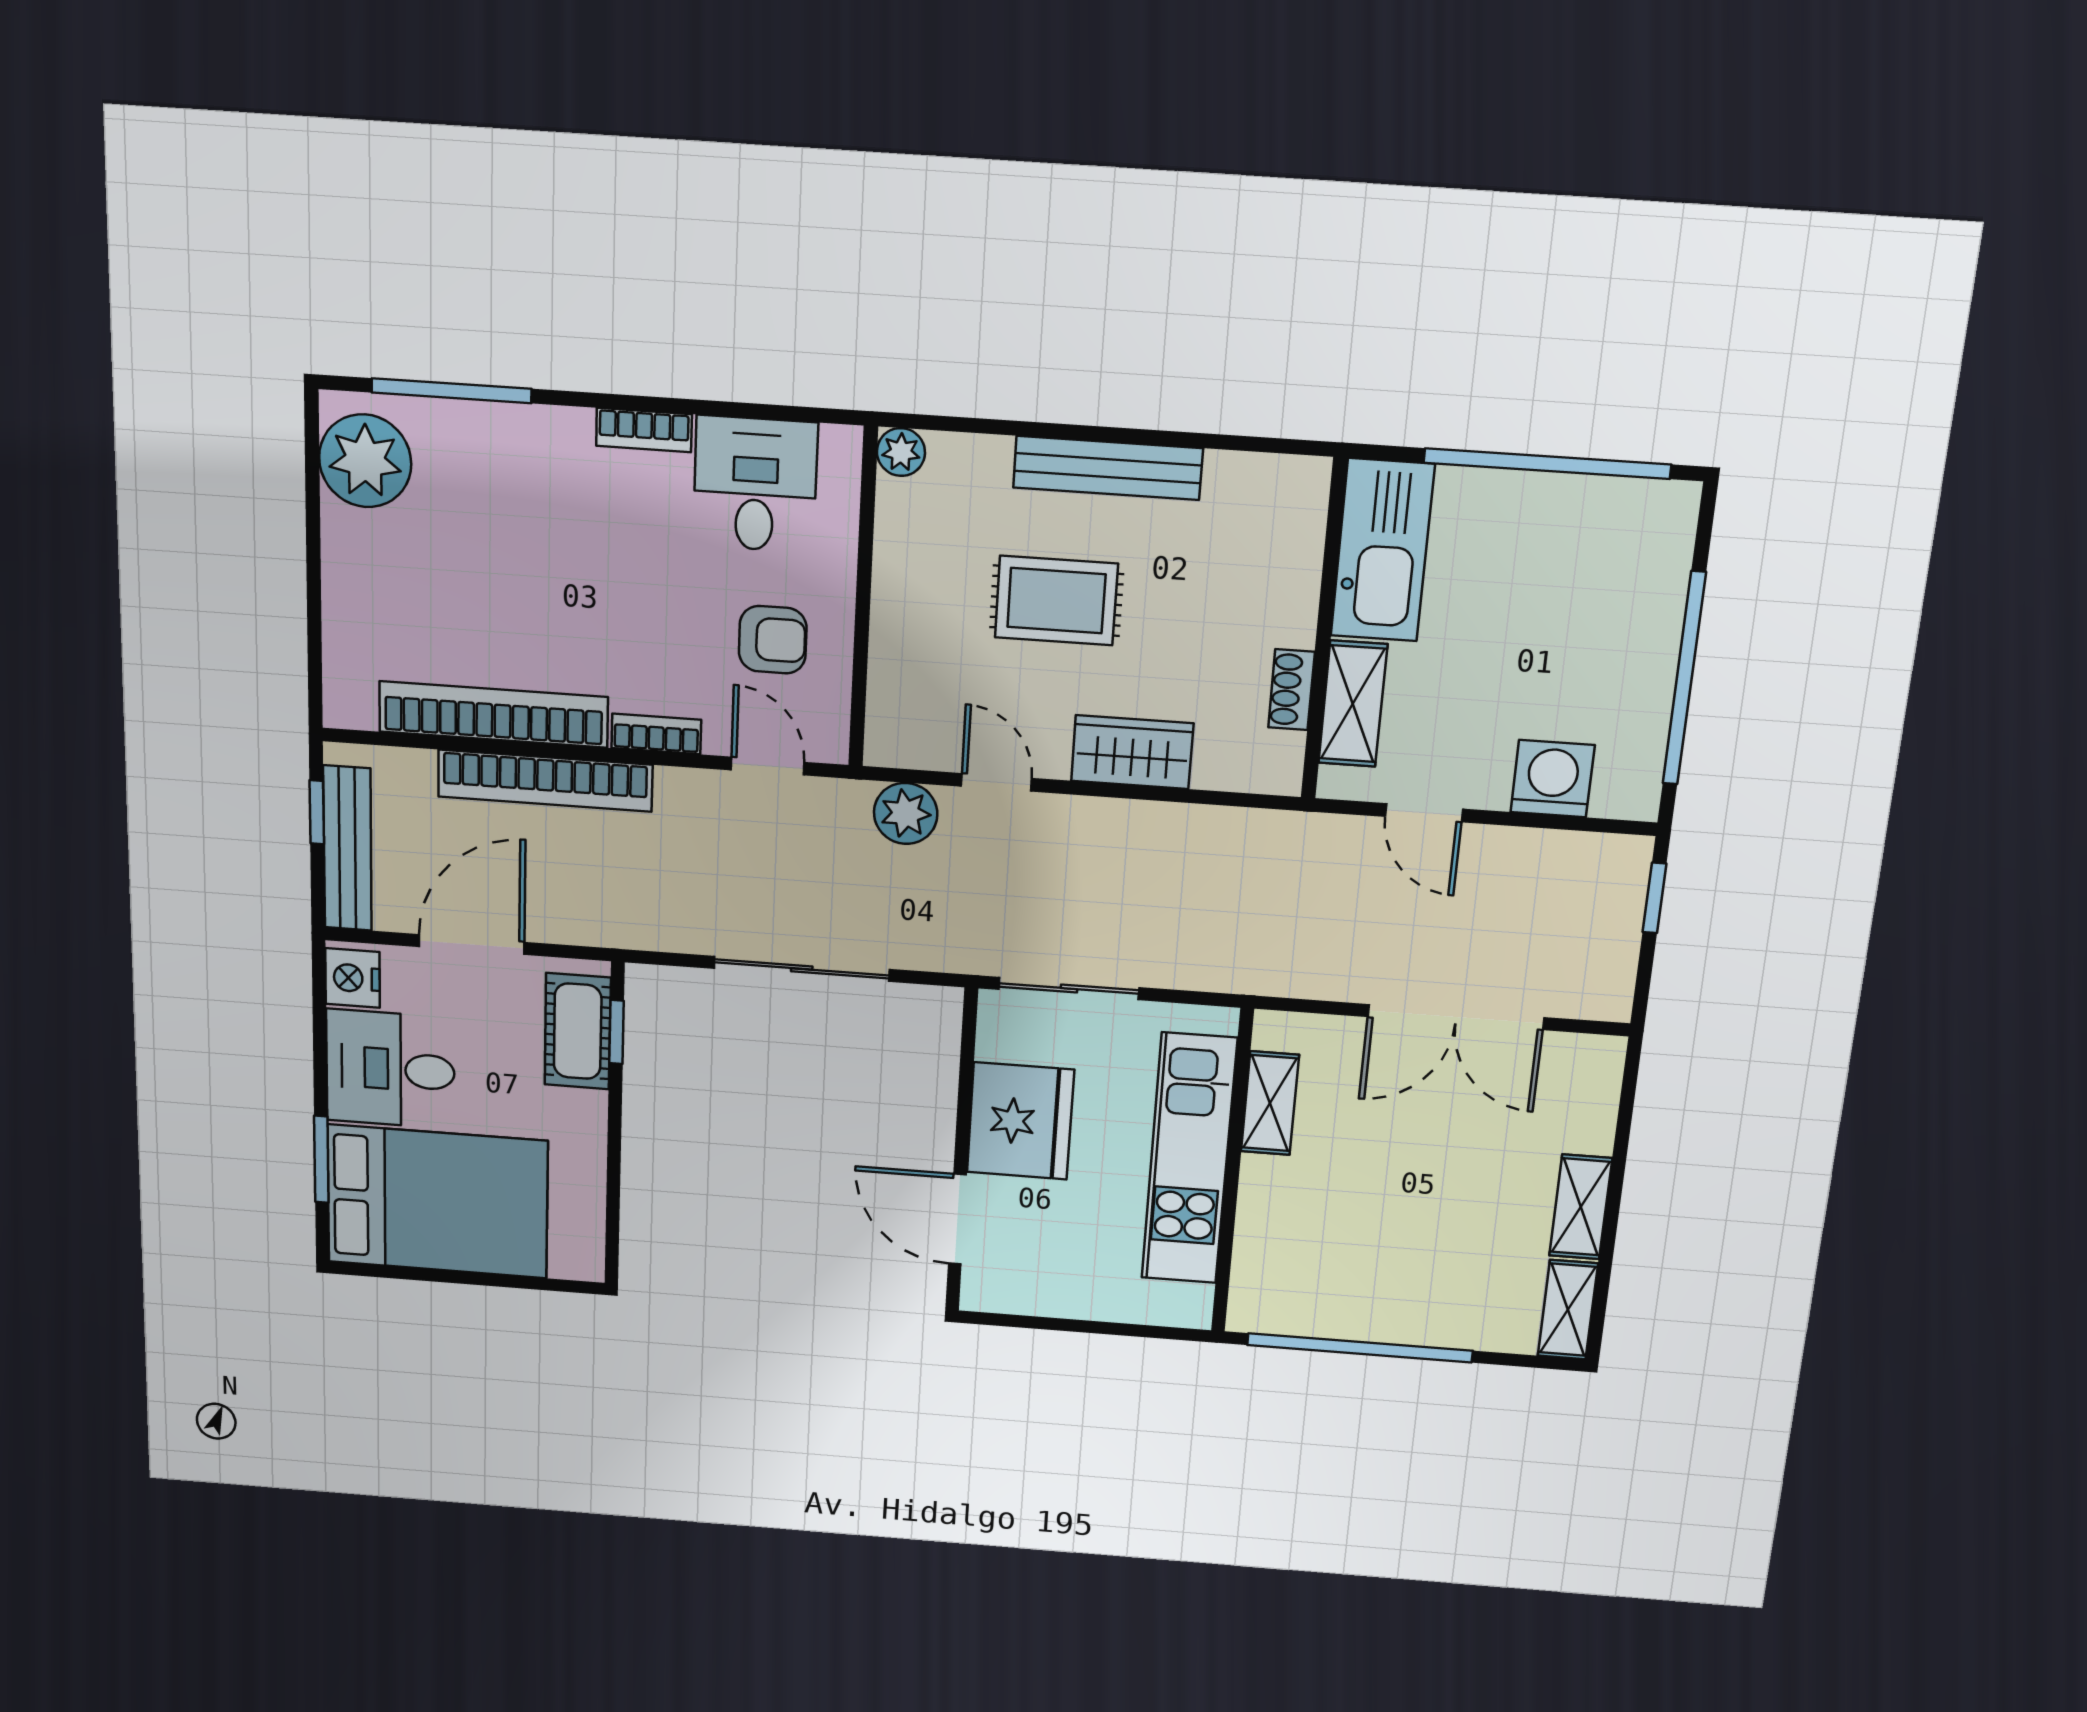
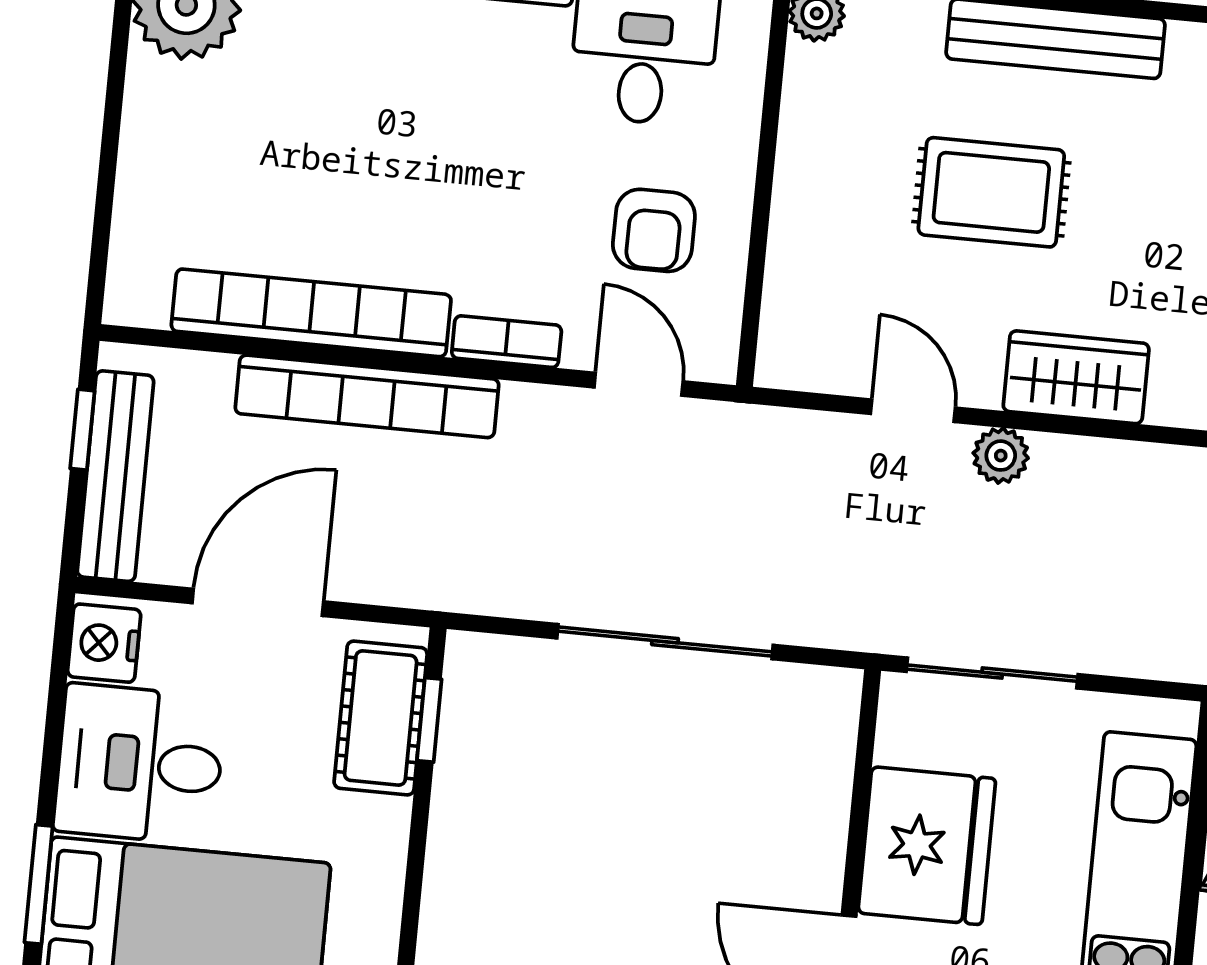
armchair: (773, 640) -> (654, 230), turned 90
plant: (906, 813) -> (1001, 456), moved, width x0.73, depth x0.73

